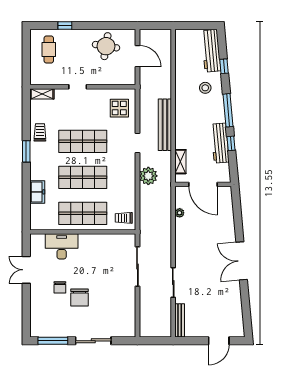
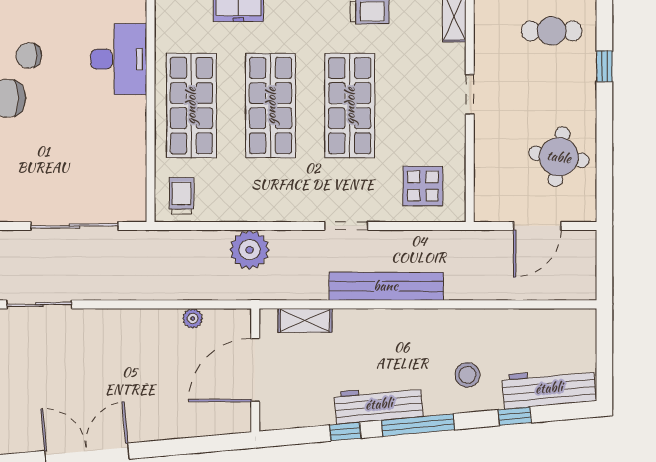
workbench: (220, 143) -> (379, 404), moved
plant: (148, 176) -> (250, 250), moved

